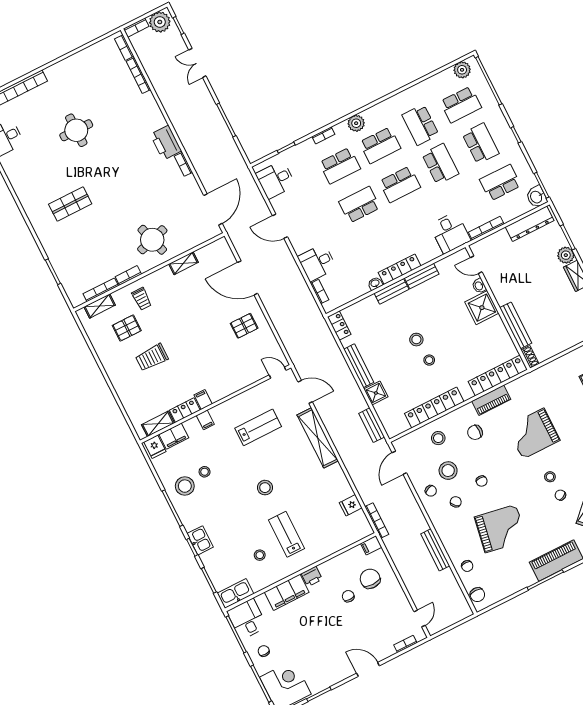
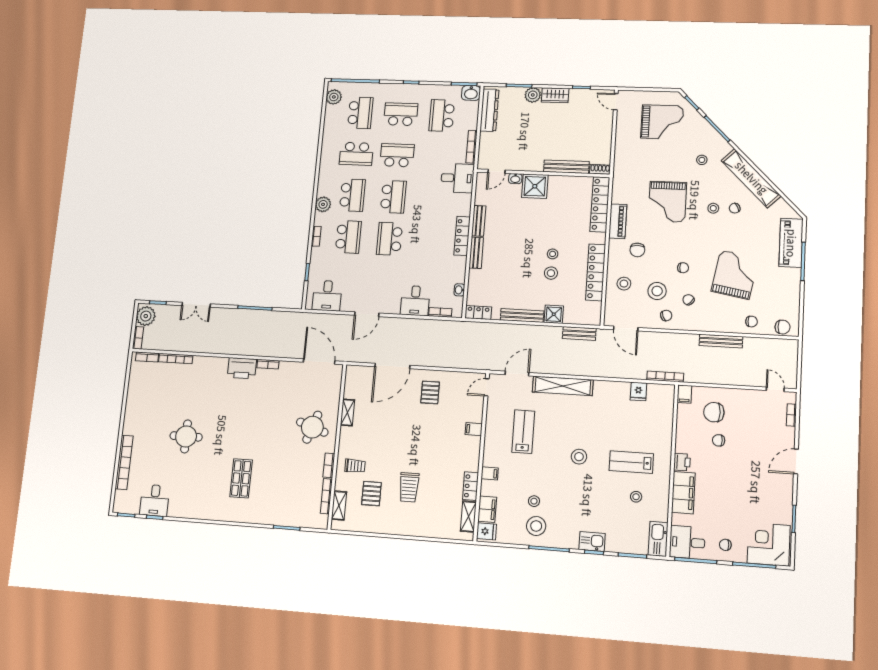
round table: (152, 240) -> (312, 427), turned 36
washbasin: (375, 283) -> (459, 290), moved
stool: (416, 340) -> (551, 273), moved
filing cabinet: (203, 399) -> (474, 429), moved

